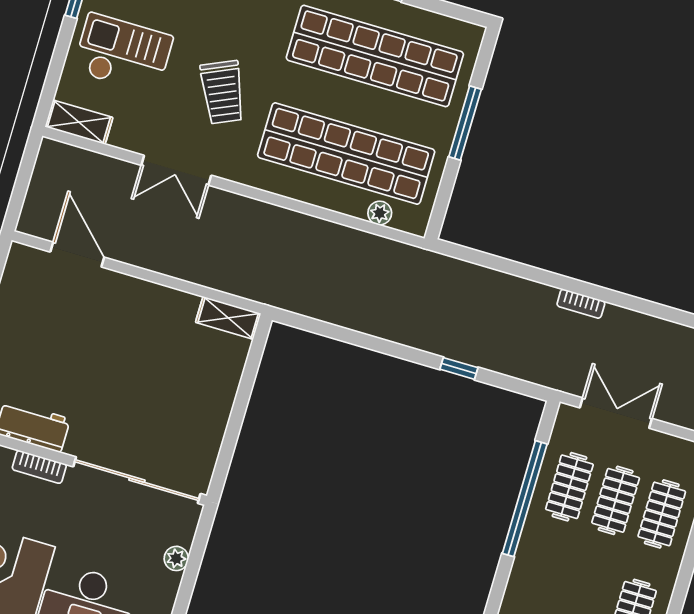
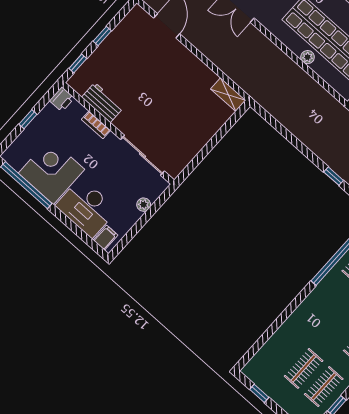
plant: (380, 213) -> (308, 57), moved
sliding door: (137, 480) -> (143, 155), width x0.73

